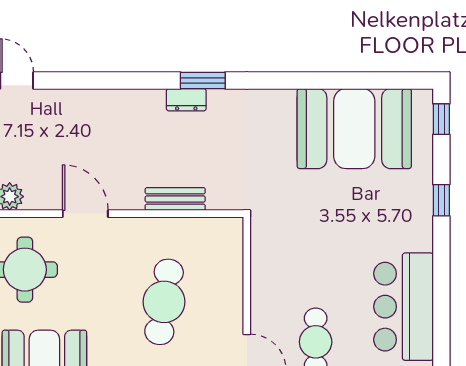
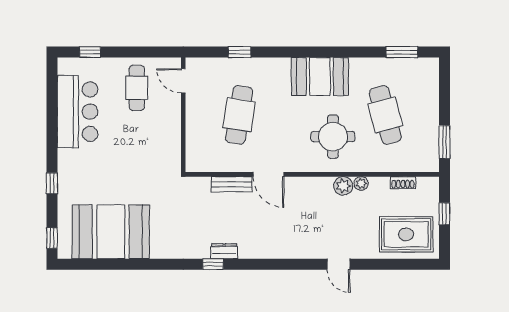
window: (203, 80) -> (213, 264), width x0.67
door: (85, 214) -> (269, 174), moved

